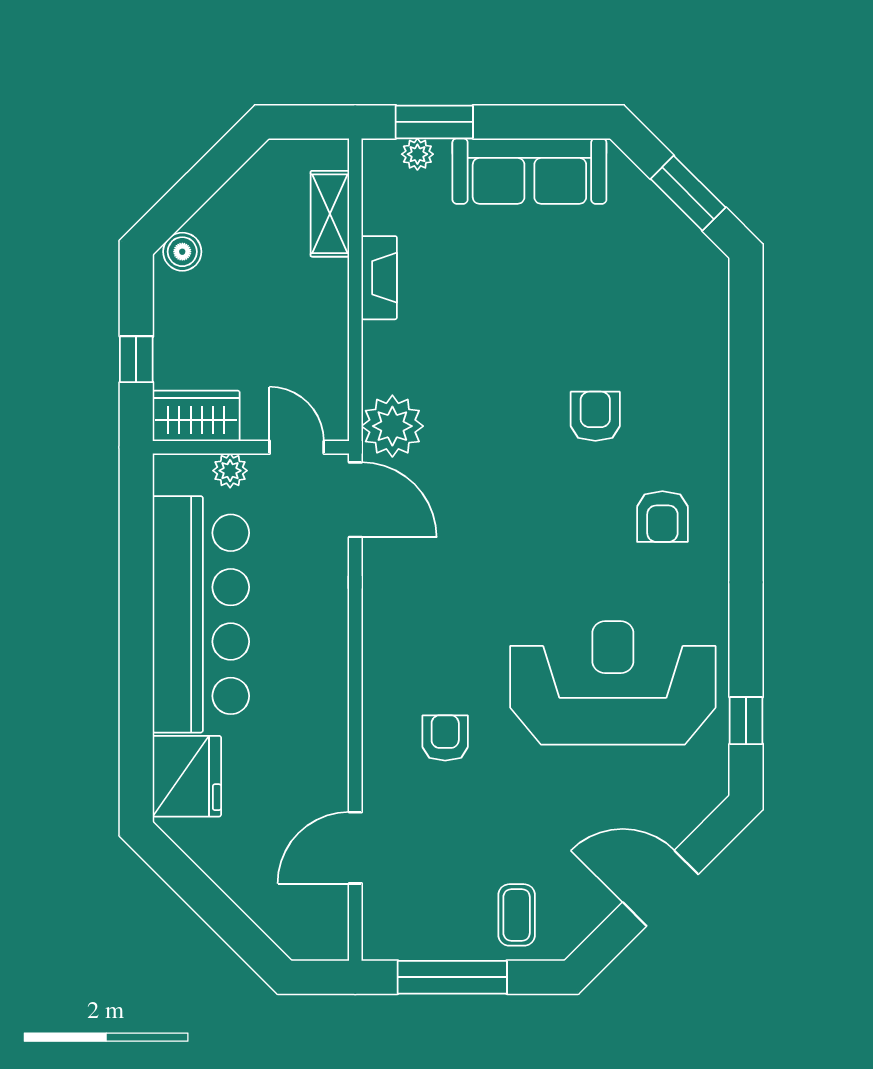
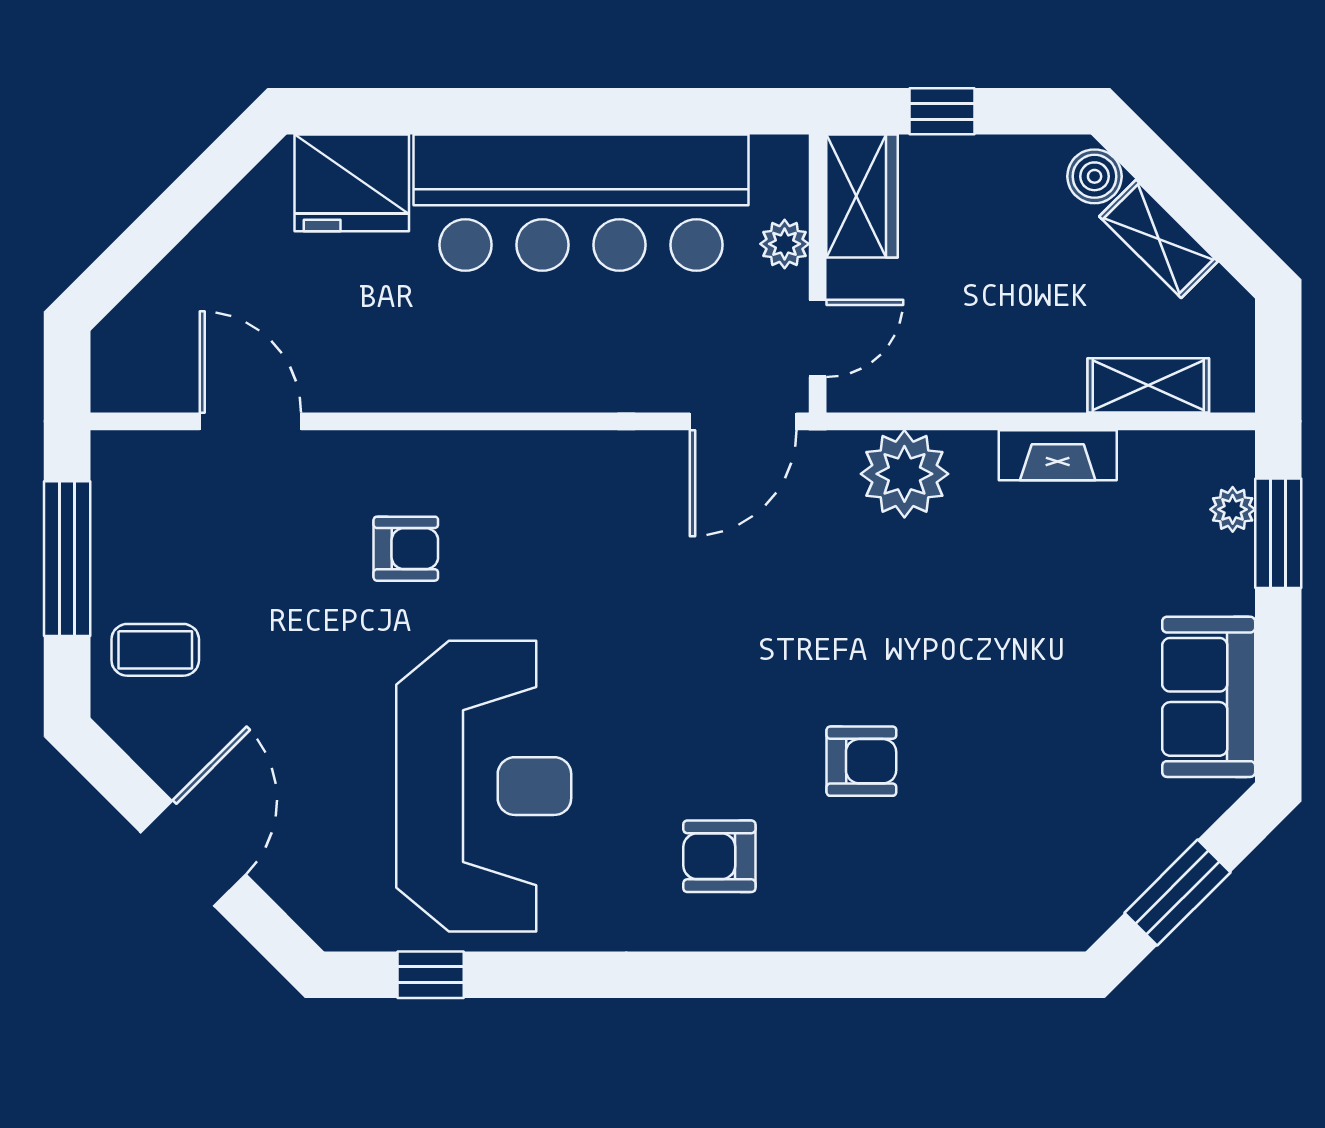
sofa: (529, 171) -> (1209, 697), width x0.73
shelving: (226, 206) -> (1159, 239), added
plant: (392, 426) -> (904, 474), moved

